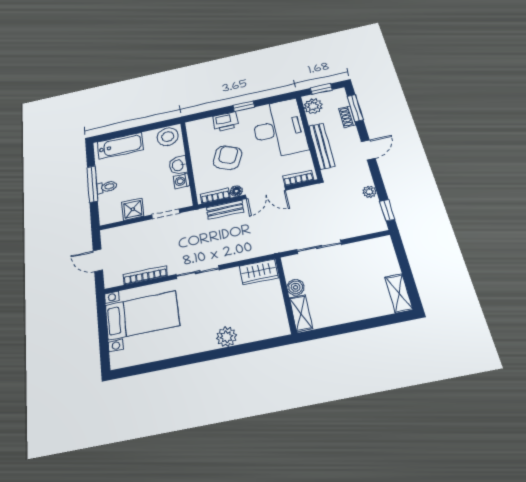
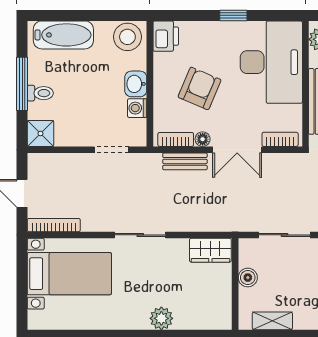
printer: (226, 122) -> (166, 36), moved, turned -90
shower: (133, 209) -> (40, 133), moved
bookcase: (145, 275) -> (54, 225), moved
shelving: (301, 313) -> (272, 321), moved, turned 90

